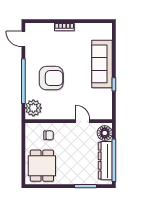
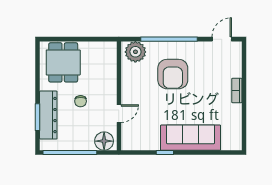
chair: (49, 135) -> (81, 101), moved
dresser: (105, 161) -> (48, 115), moved, turned 90
dining table: (42, 166) -> (63, 62), turned 90

